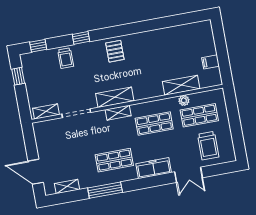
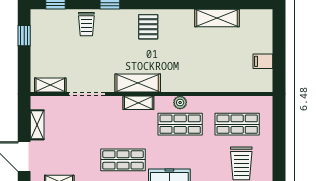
shelving: (181, 85) -> (217, 18), moved
plant: (184, 100) -> (180, 103), moved
shelving: (41, 145) -> (37, 125), added

